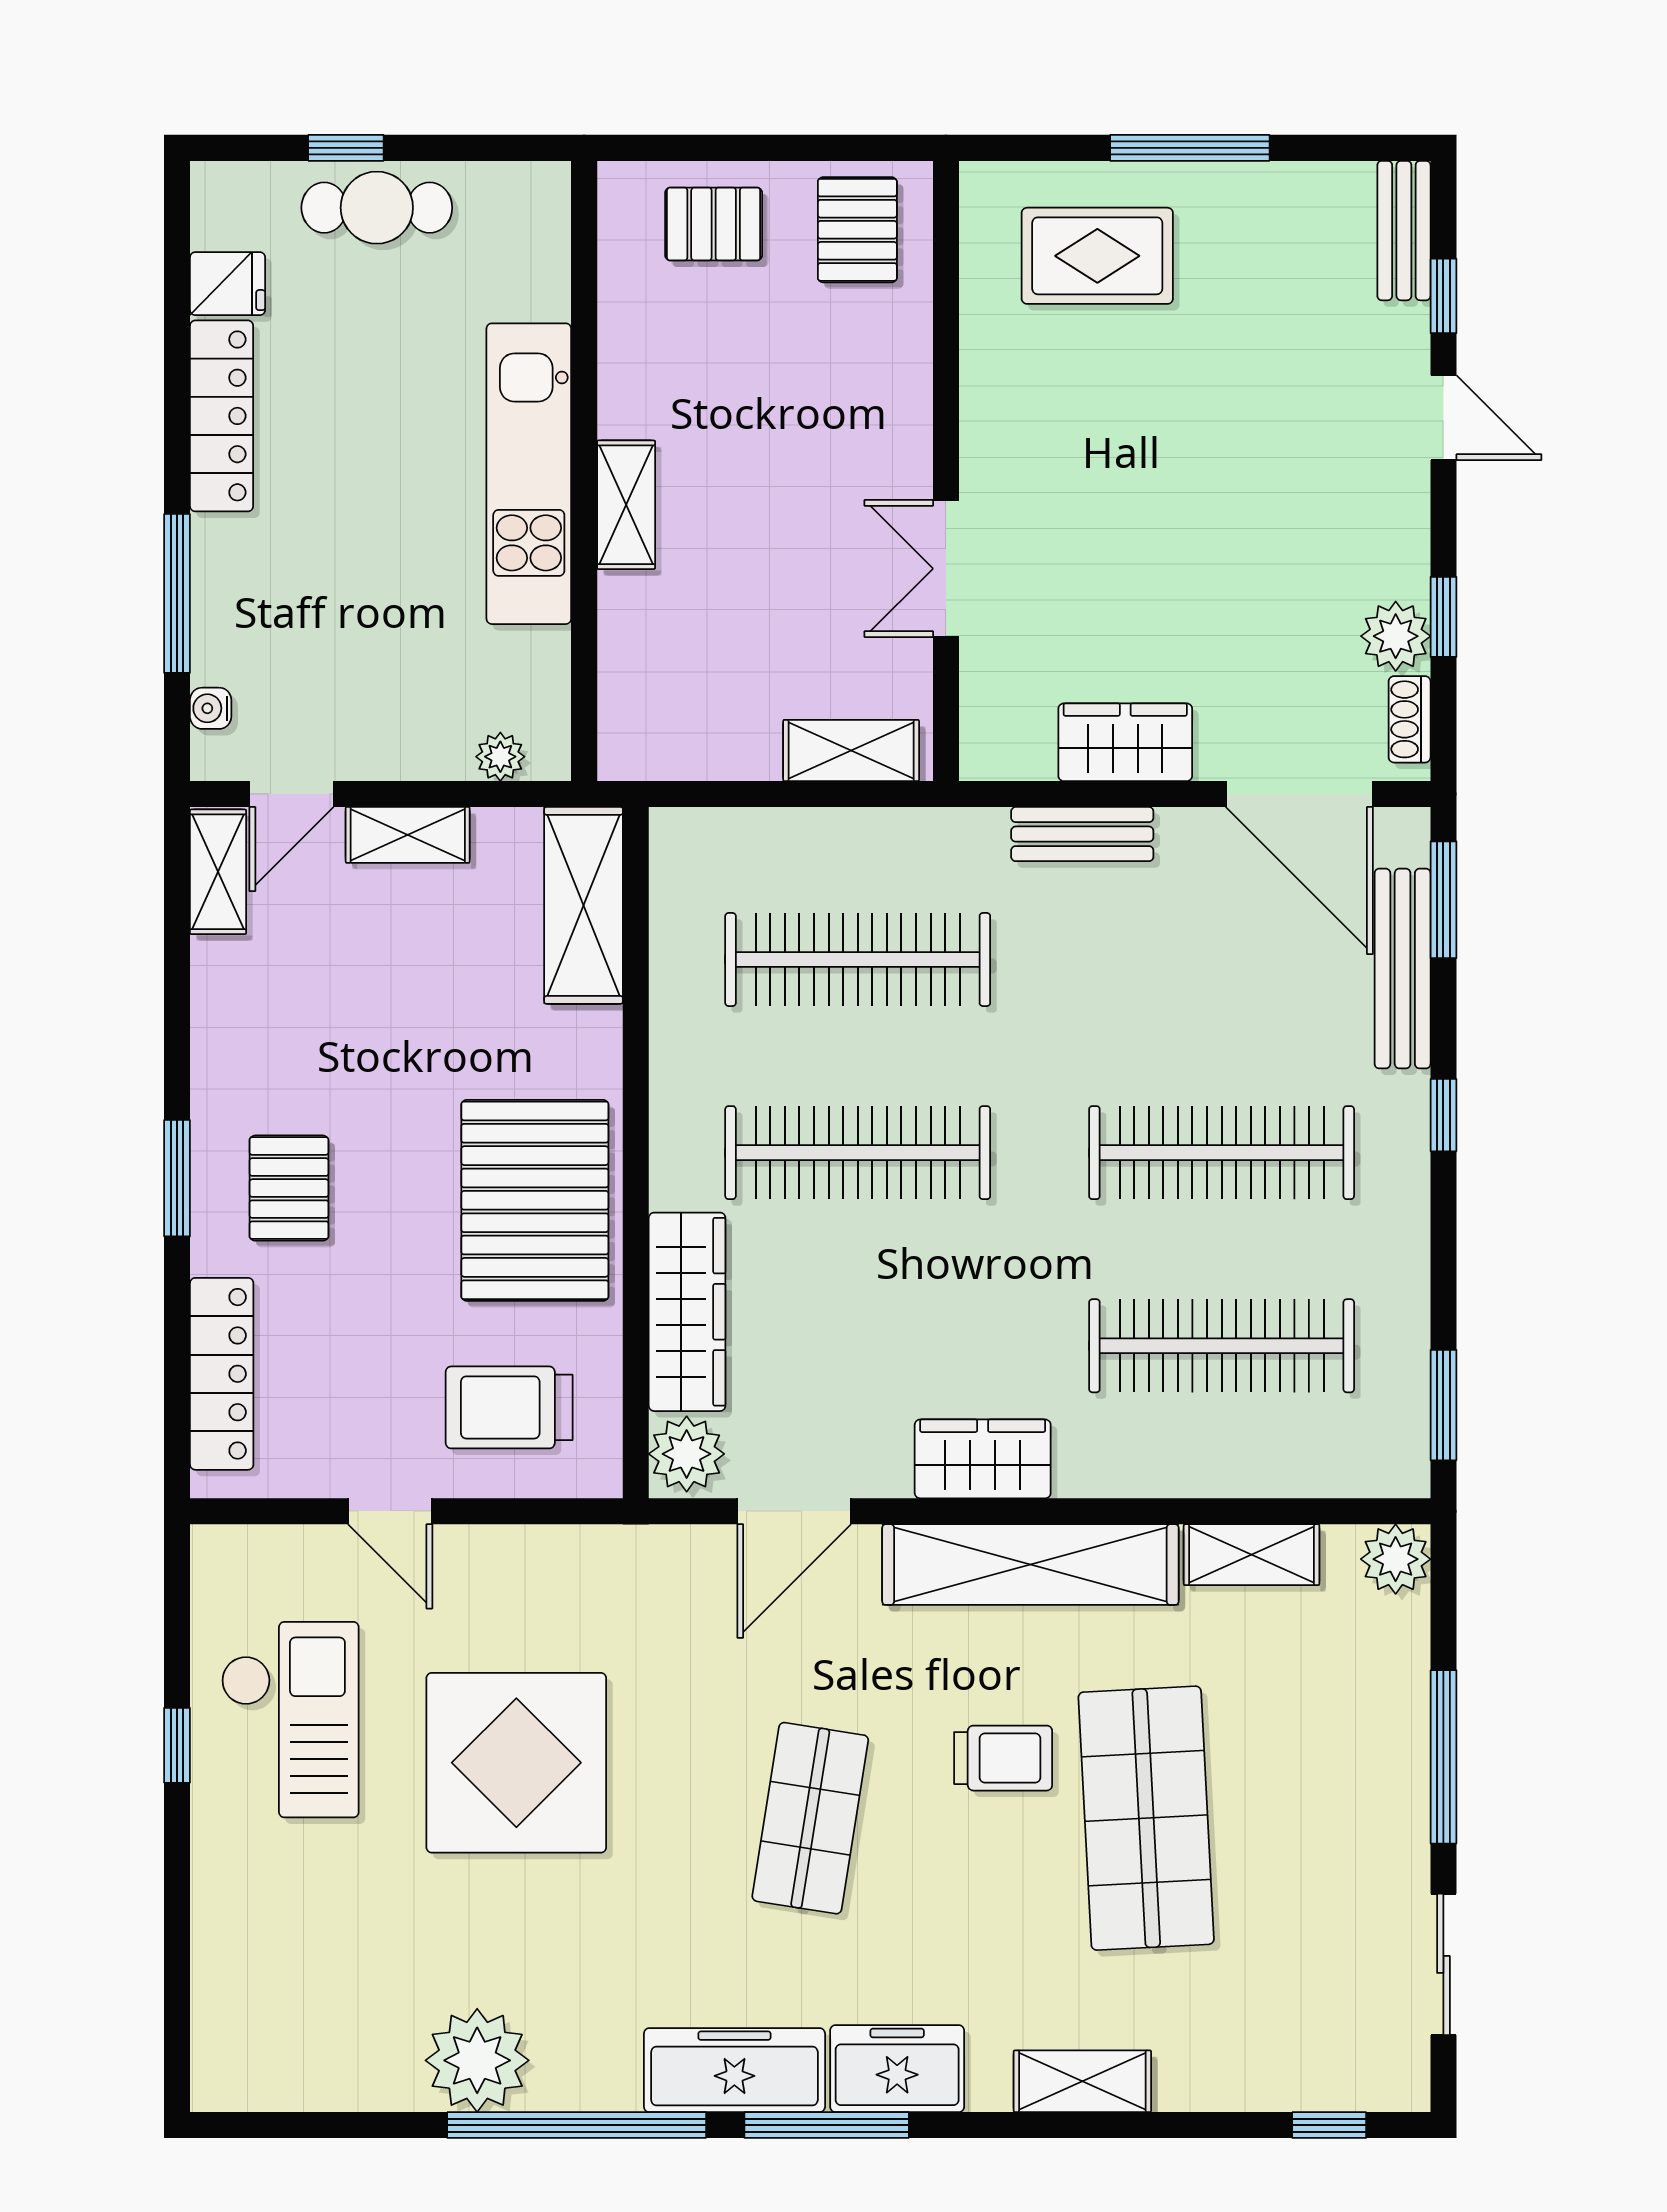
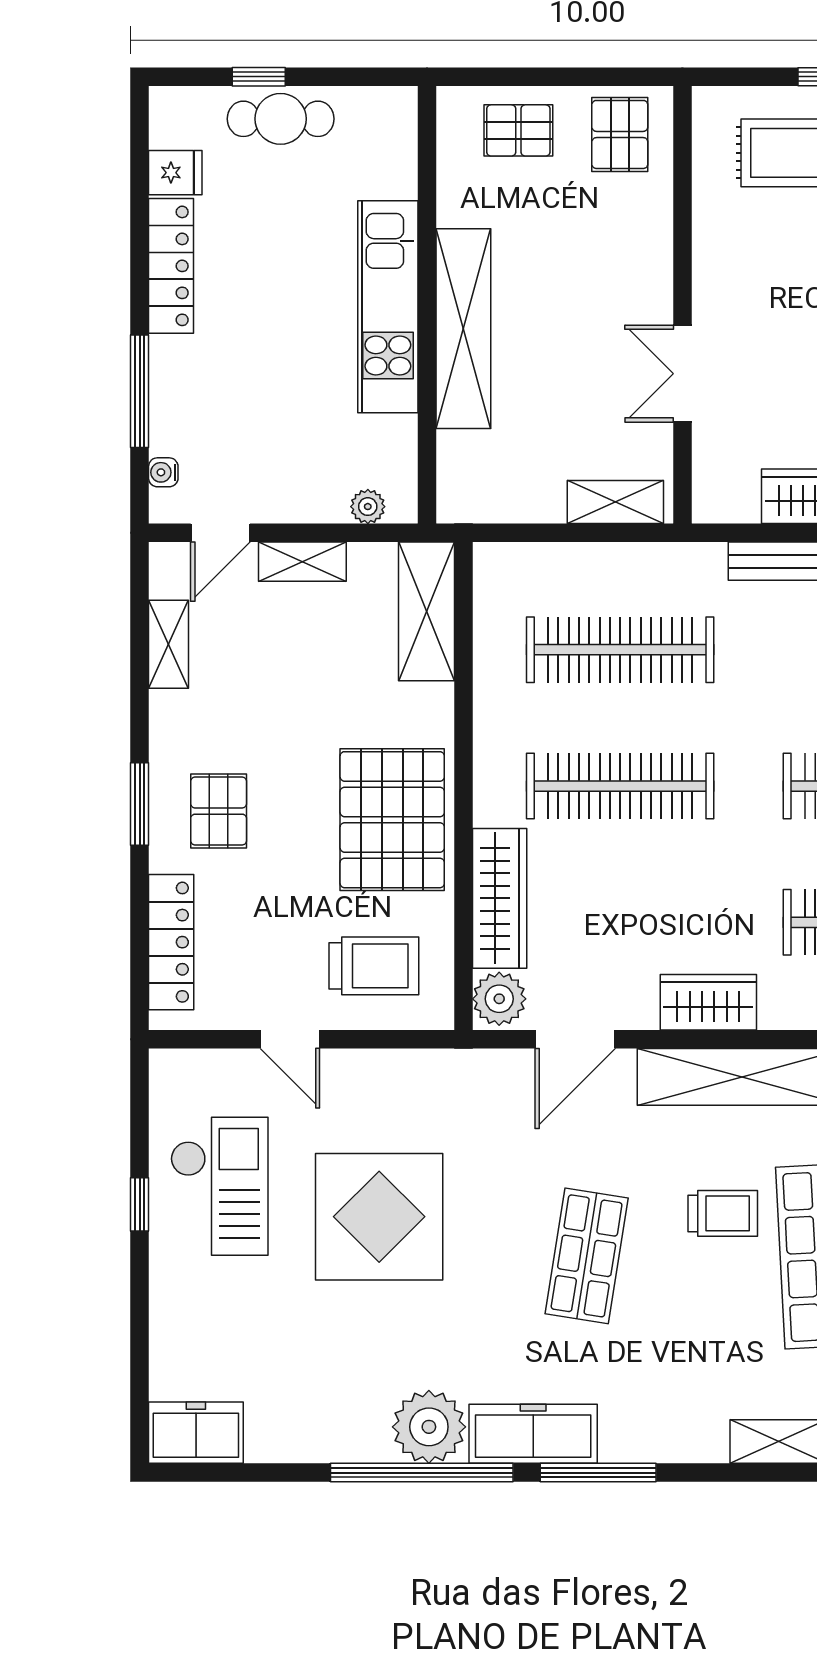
shelving: (626, 505) -> (463, 329), width x2.20, depth x1.33
shelving: (218, 872) -> (168, 644), moved
trolley: (509, 1407) -> (374, 966), turned 180
plant: (477, 2060) -> (429, 1427), moved
freezer: (897, 2069) -> (196, 1433), moved

